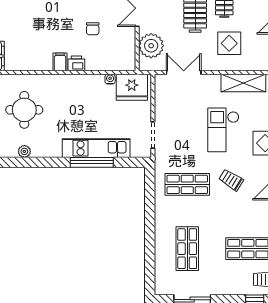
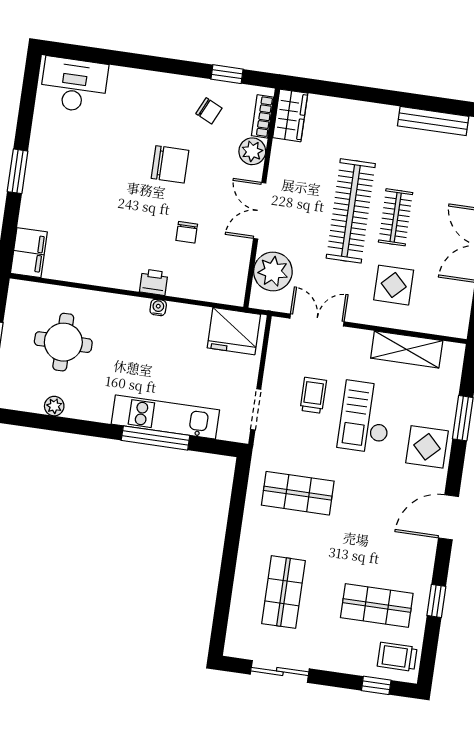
filing cabinet: (60, 62) -> (129, 276), removed
water cooler: (110, 79) -> (158, 307), moved
trolley: (231, 180) -> (313, 395), moved, turned 58

